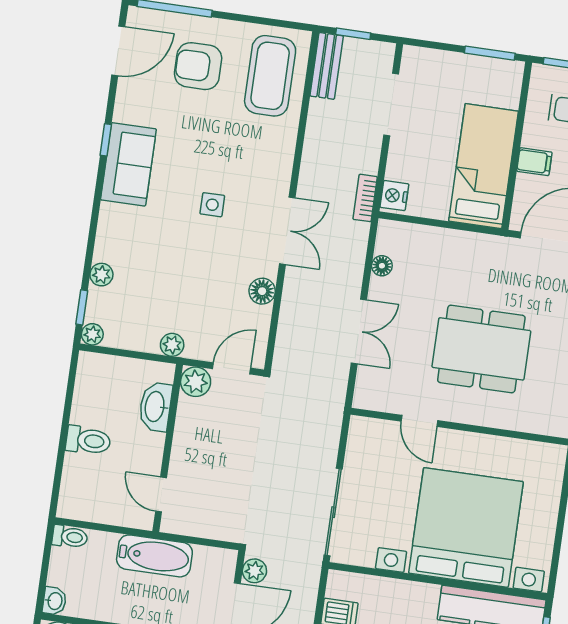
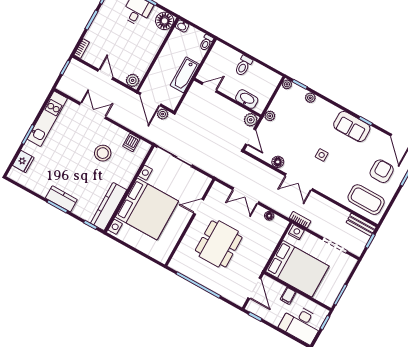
bed: (484, 166) -> (297, 269), width x1.50

